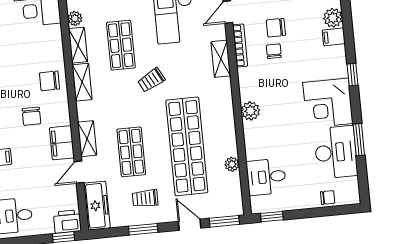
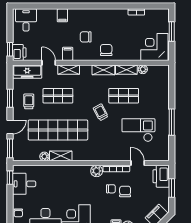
shelving: (221, 59) -> (61, 156), moved
plant: (250, 111) -> (97, 171), moved
filing cabinet: (62, 143) -> (68, 54), width x0.50
desk: (266, 177) -> (24, 184), moved, turned -90

